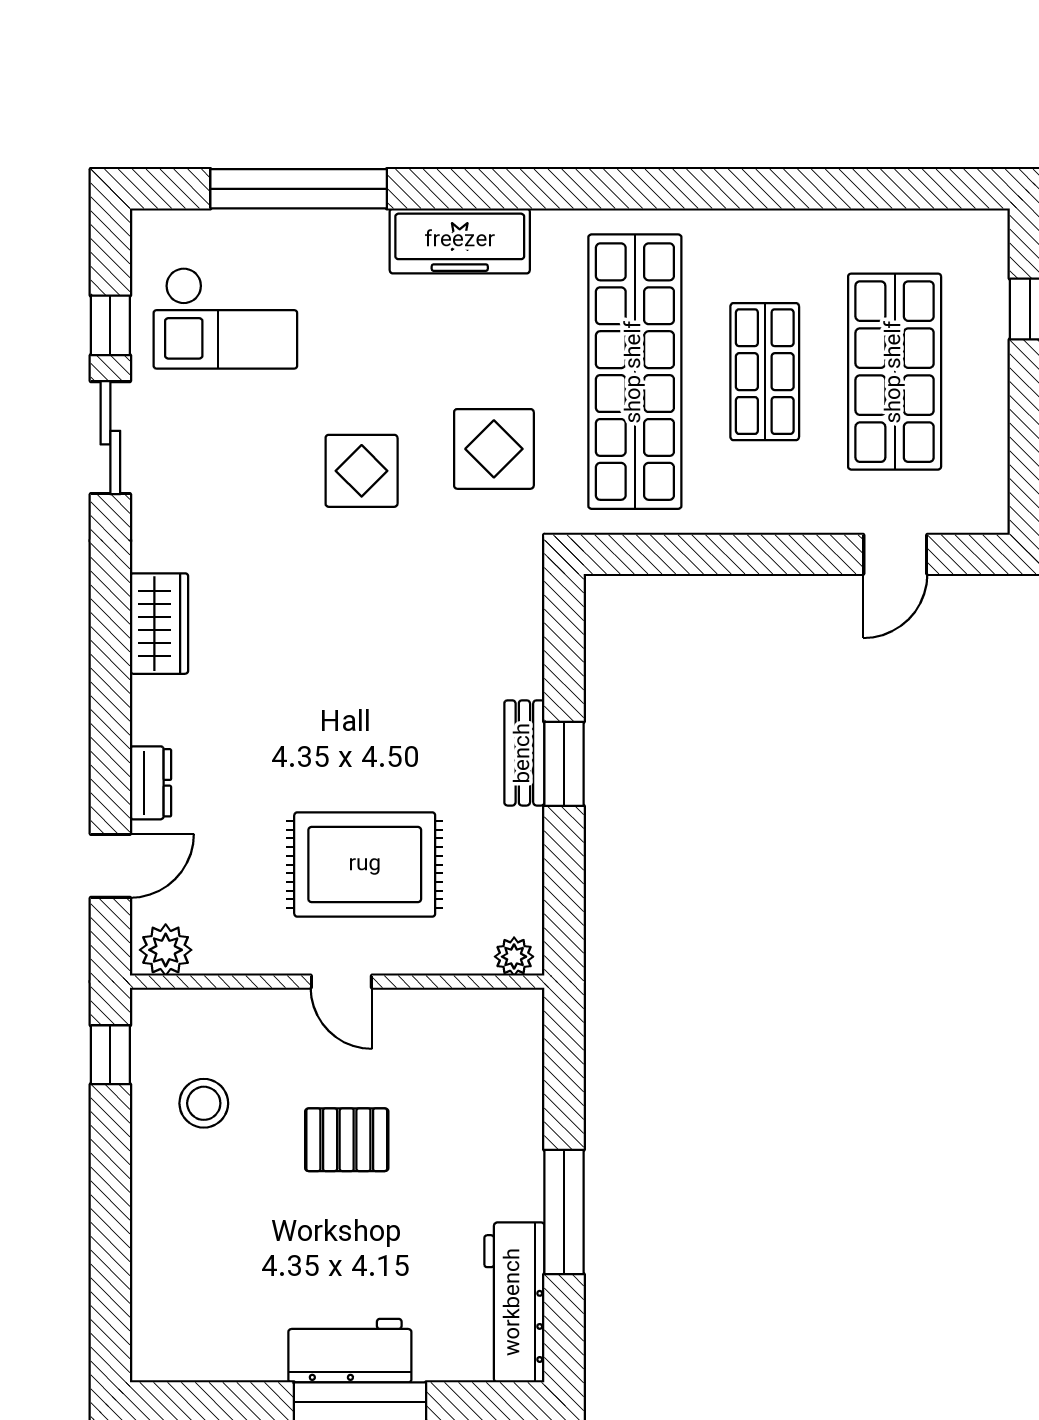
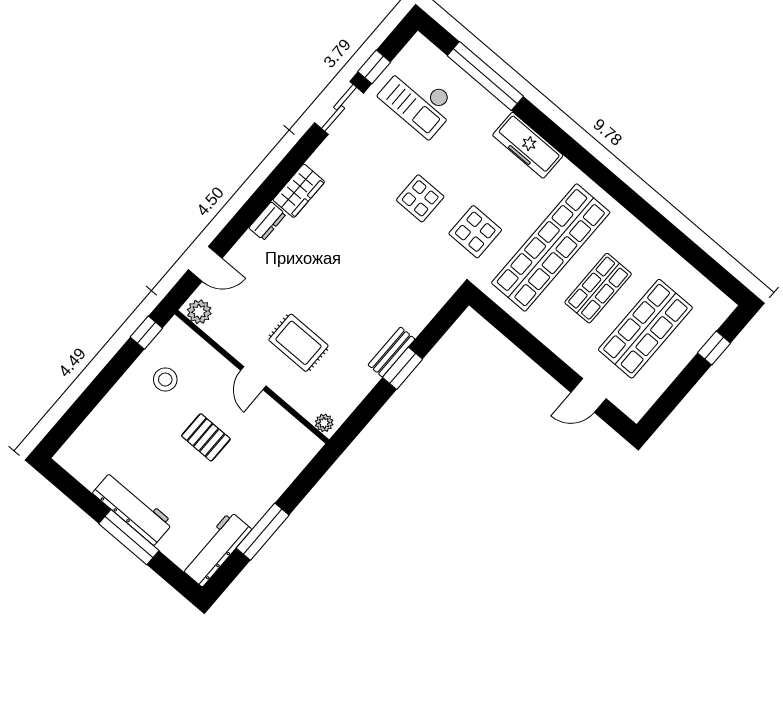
dresser: (151, 783) -> (267, 221), moved
rug: (365, 865) -> (298, 343), width x0.73, depth x0.70
workbench: (350, 1351) -> (133, 508), width x1.38

